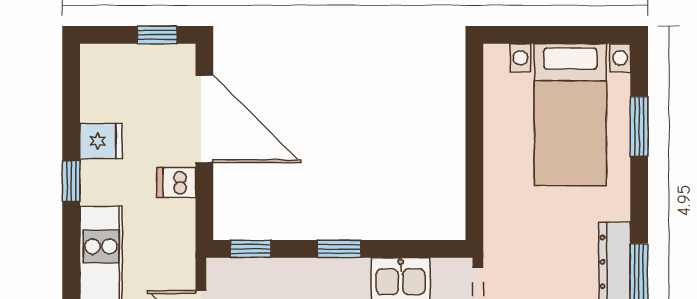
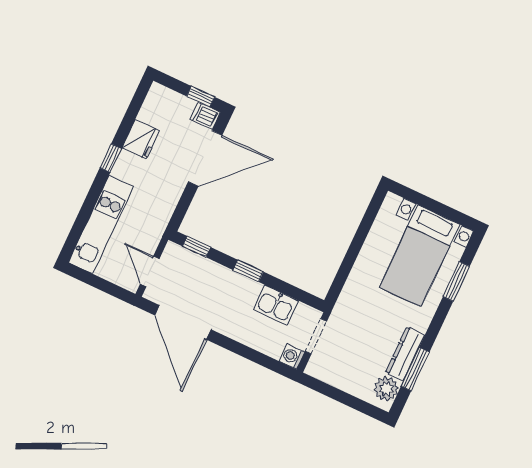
door: (204, 119) -> (205, 158), hinge flipped
fridge: (101, 141) -> (141, 139), width x1.38
dishwasher: (176, 183) -> (205, 116), moved

